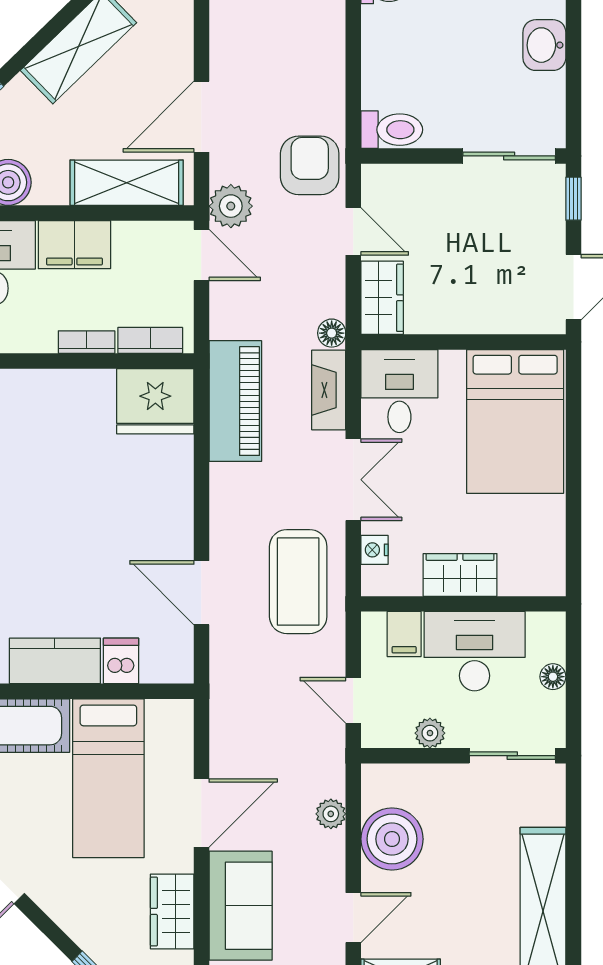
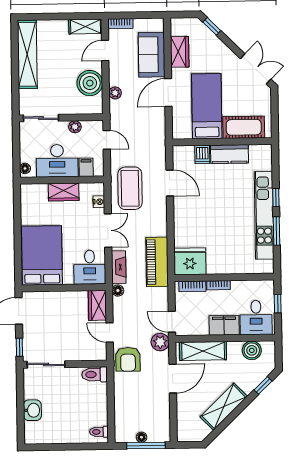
double door: (353, 480) -> (108, 230), swing flipped
floor lamp: (553, 677) -> (25, 168), moved

